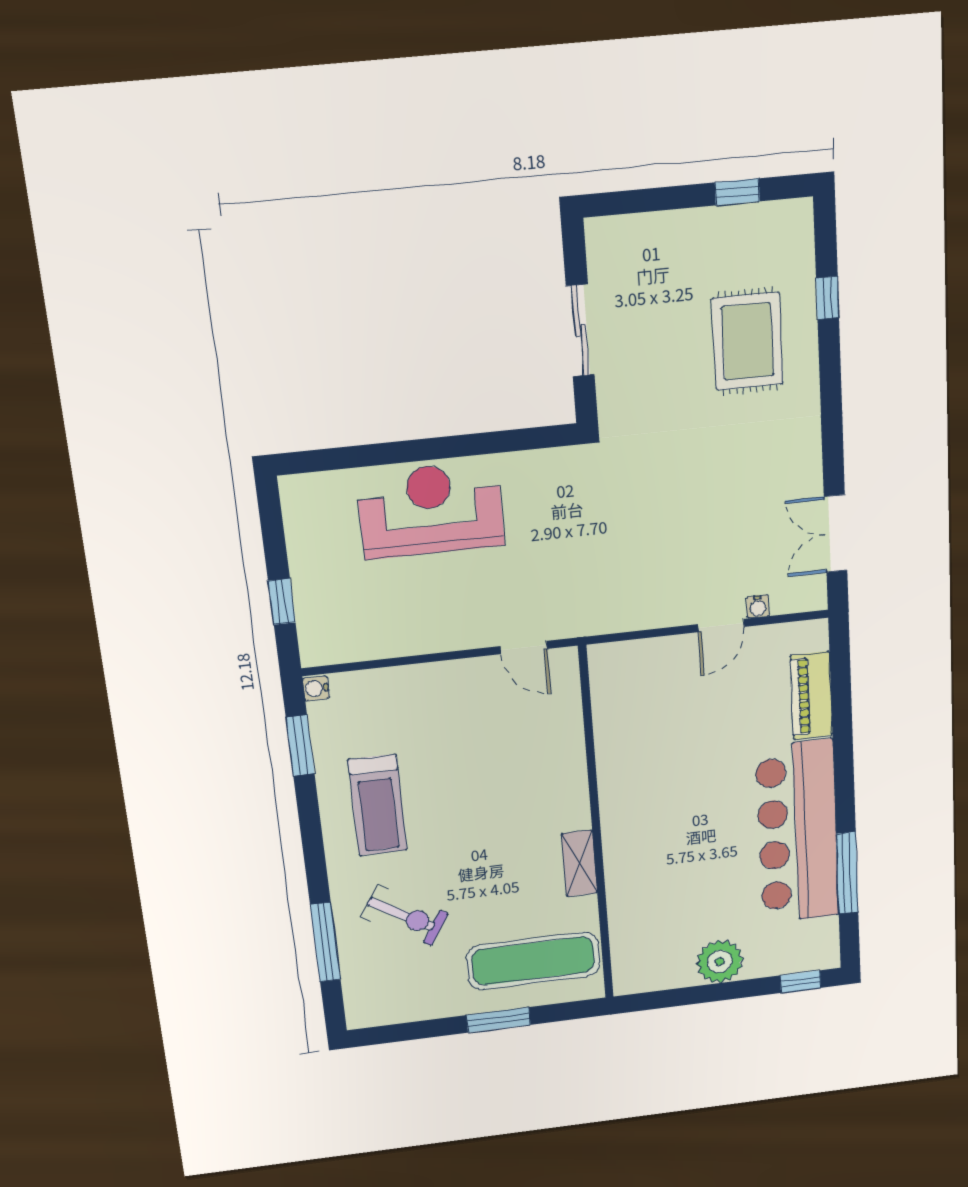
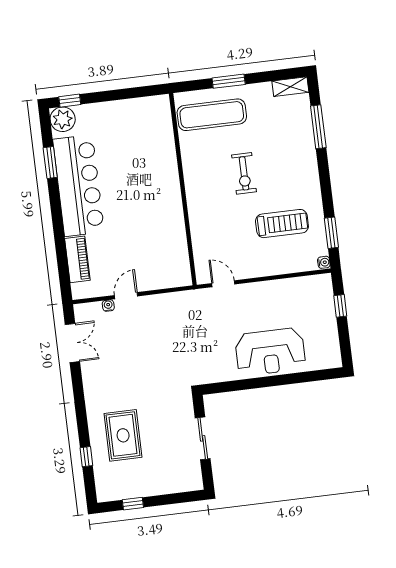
treadmill: (378, 805) -> (282, 224), moved, turned 90
shelving: (579, 863) -> (290, 87), moved, turned 90
window: (847, 873) -> (50, 163), width x0.69
exercise bike: (405, 915) -> (244, 173), moved, turned -121
plant: (720, 962) -> (63, 119), moved

